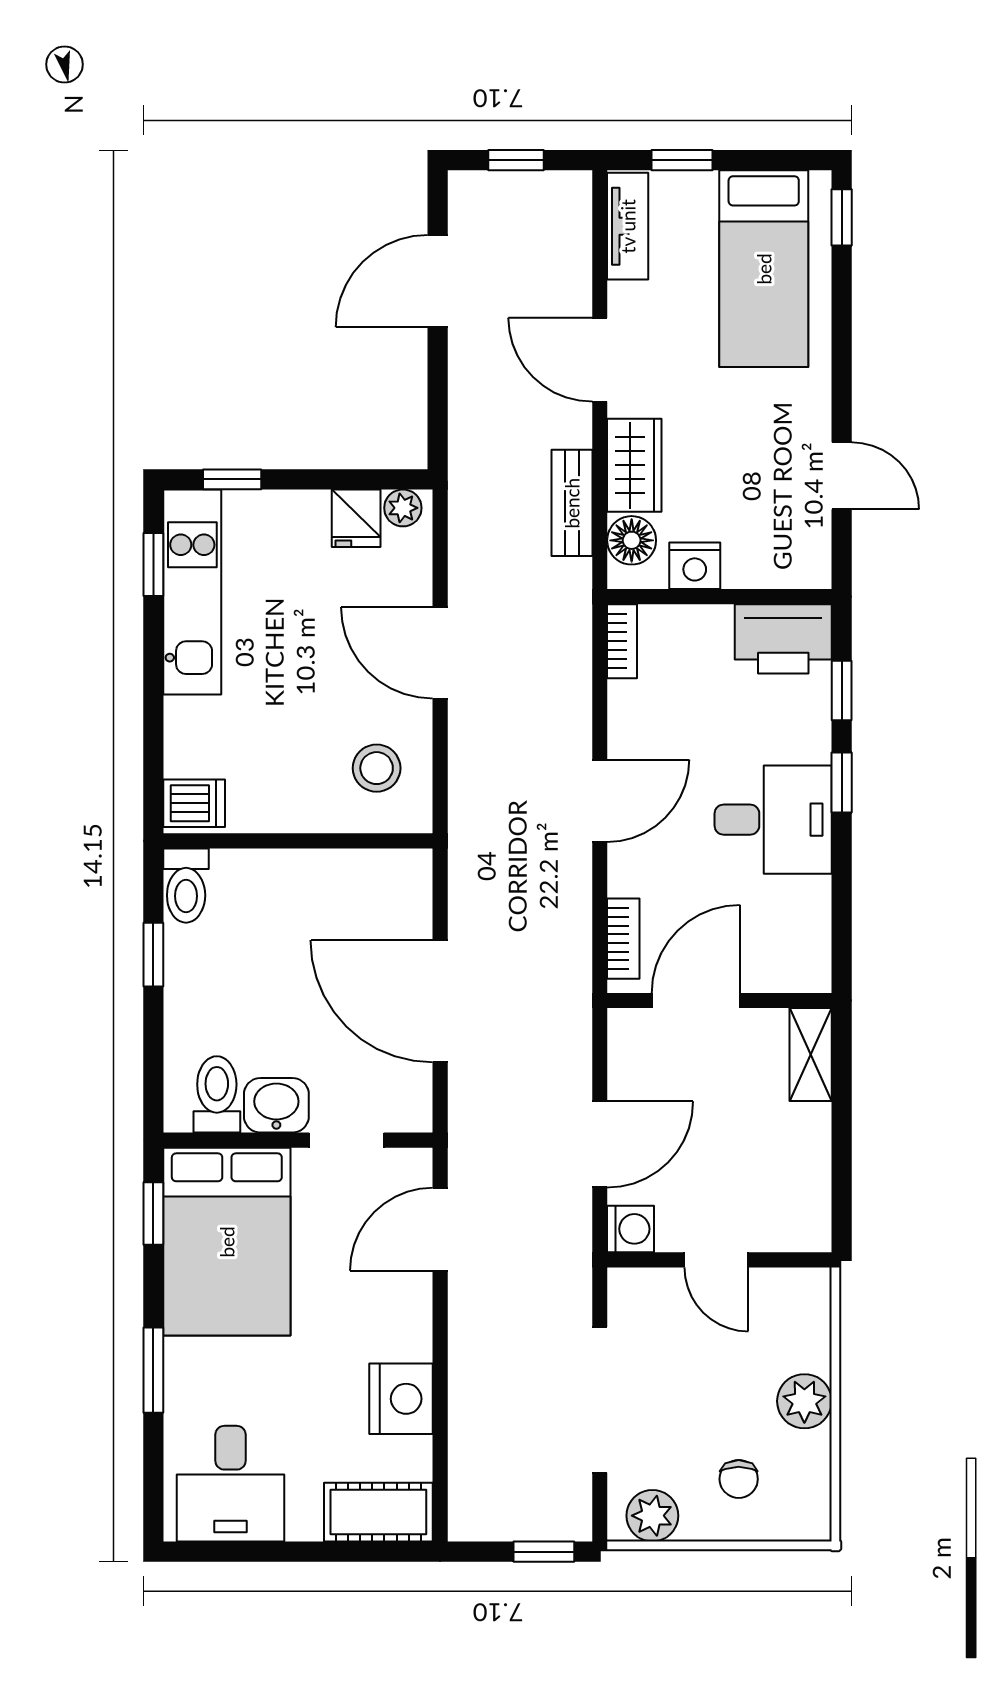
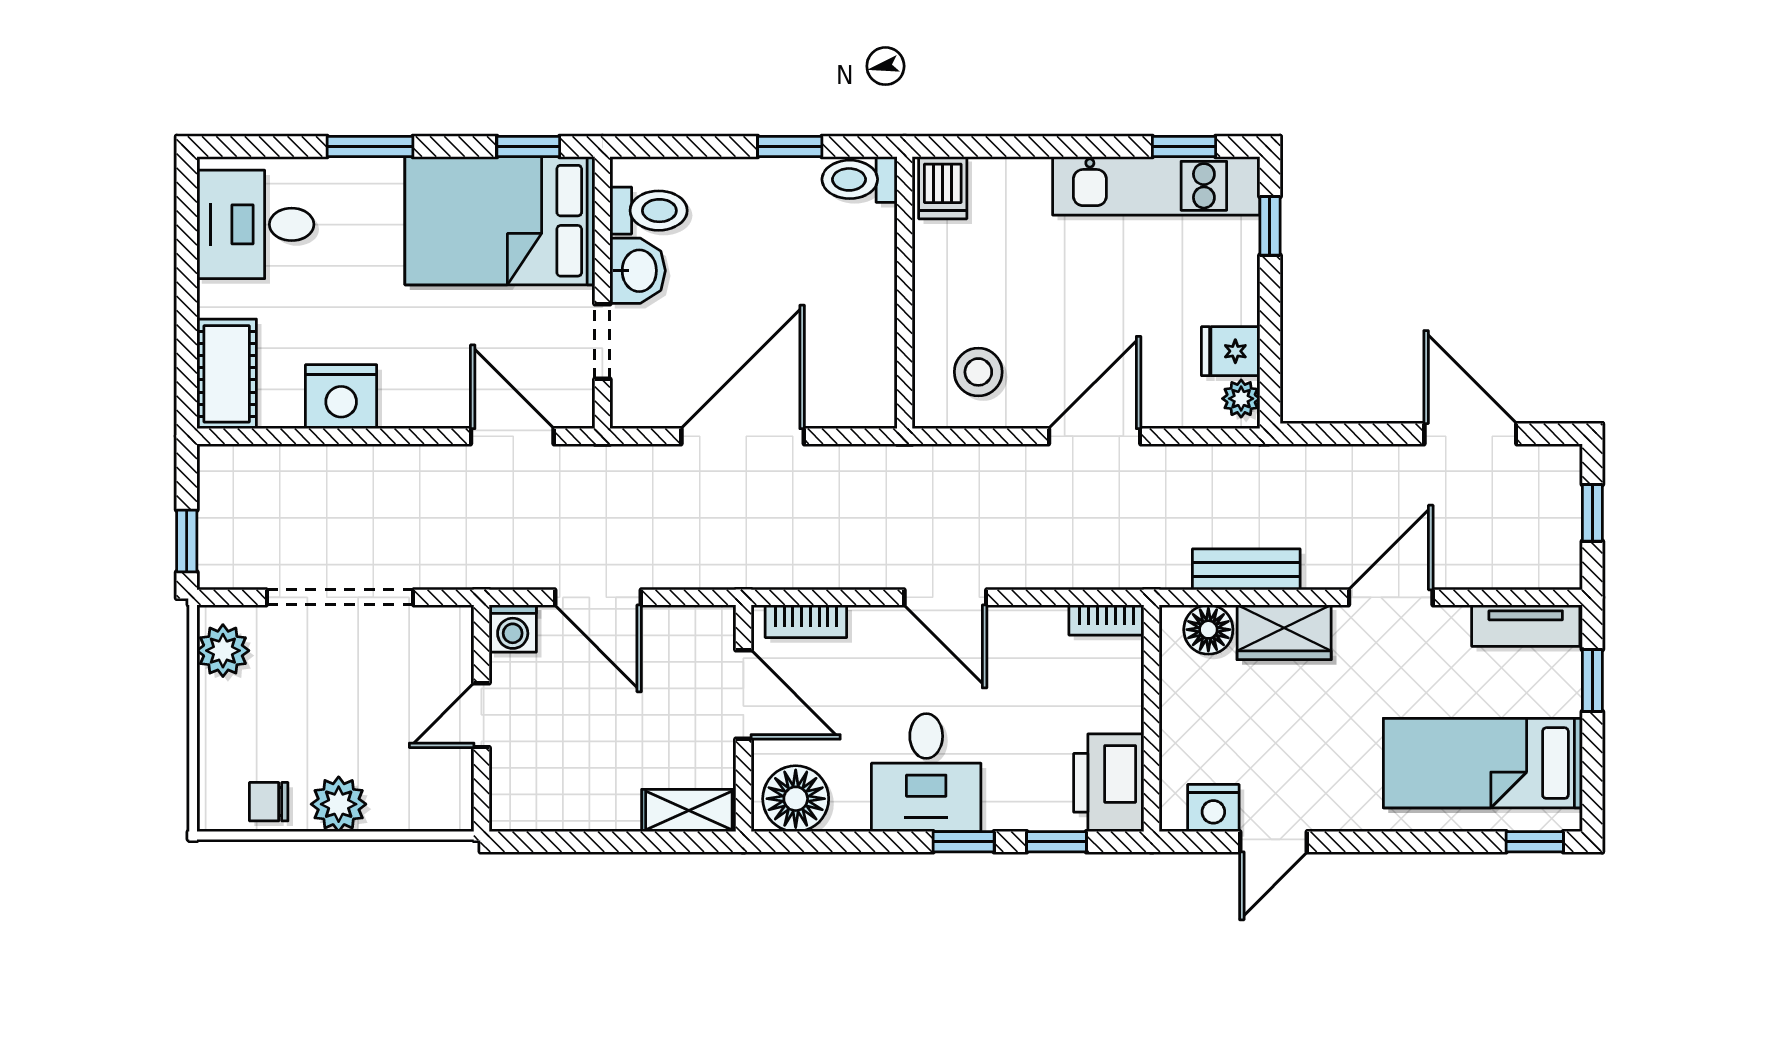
nightstand: (695, 566) -> (1213, 808), moved, turned -90
floor lamp: (799, 949) -> (796, 799), added
chair: (739, 1479) -> (269, 802), moved

